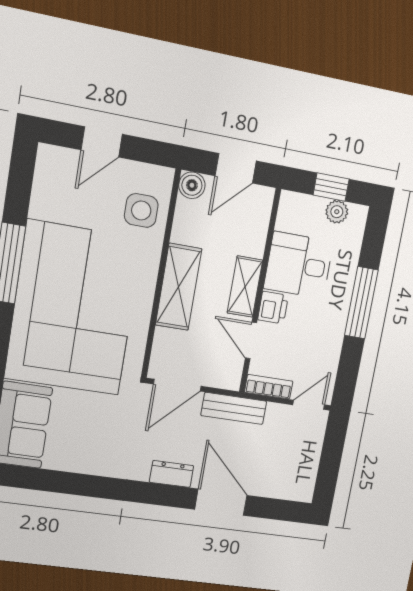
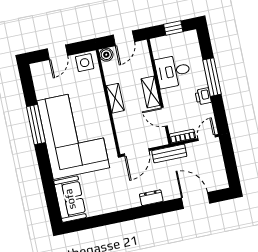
side table: (141, 210) -> (85, 63), moved
plant: (337, 212) -> (181, 38), removed
shelving: (179, 287) -> (115, 98), width x0.67, depth x0.75
printer: (273, 308) -> (203, 96), moved, turned 180
door: (221, 502) -> (196, 201), moved

